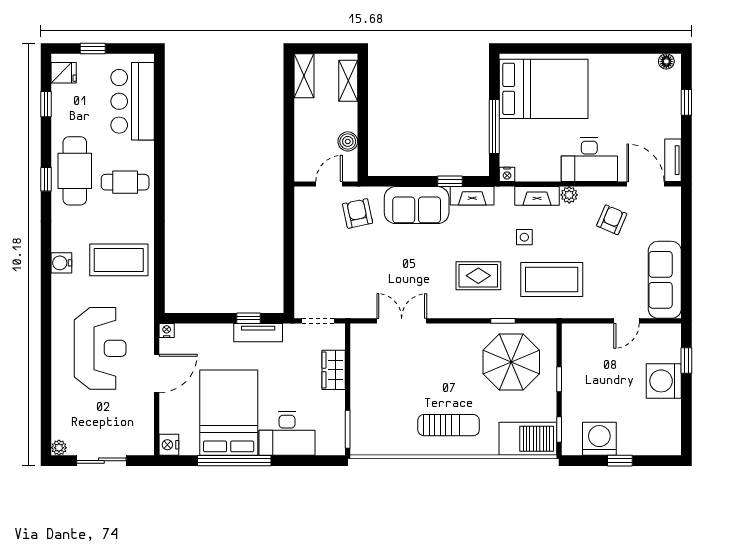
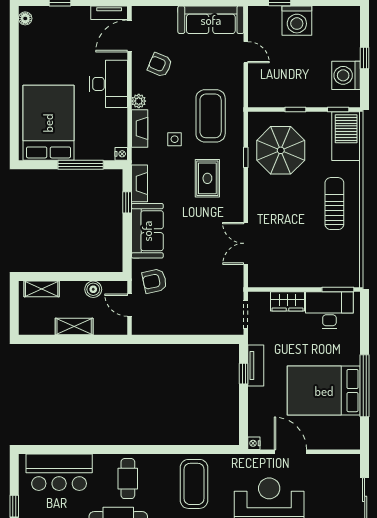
shelving: (304, 76) -> (74, 327), moved
desk: (287, 434) -> (329, 310), moved, turned -90
nightstand: (169, 445) -> (351, 441), removed

